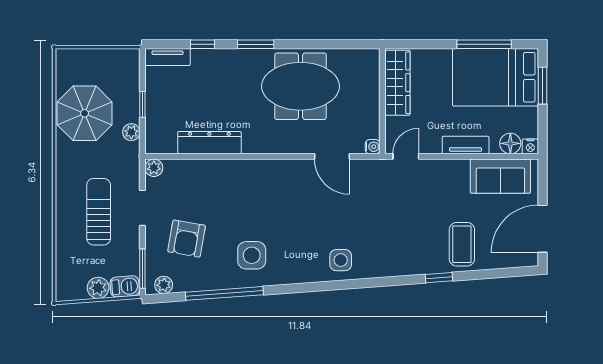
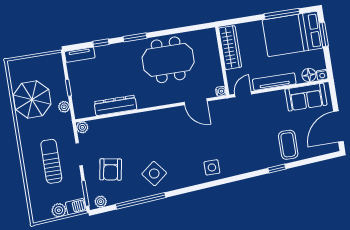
tv unit: (466, 145) -> (274, 82), width x1.41
side table: (252, 255) -> (154, 174), turned -38

